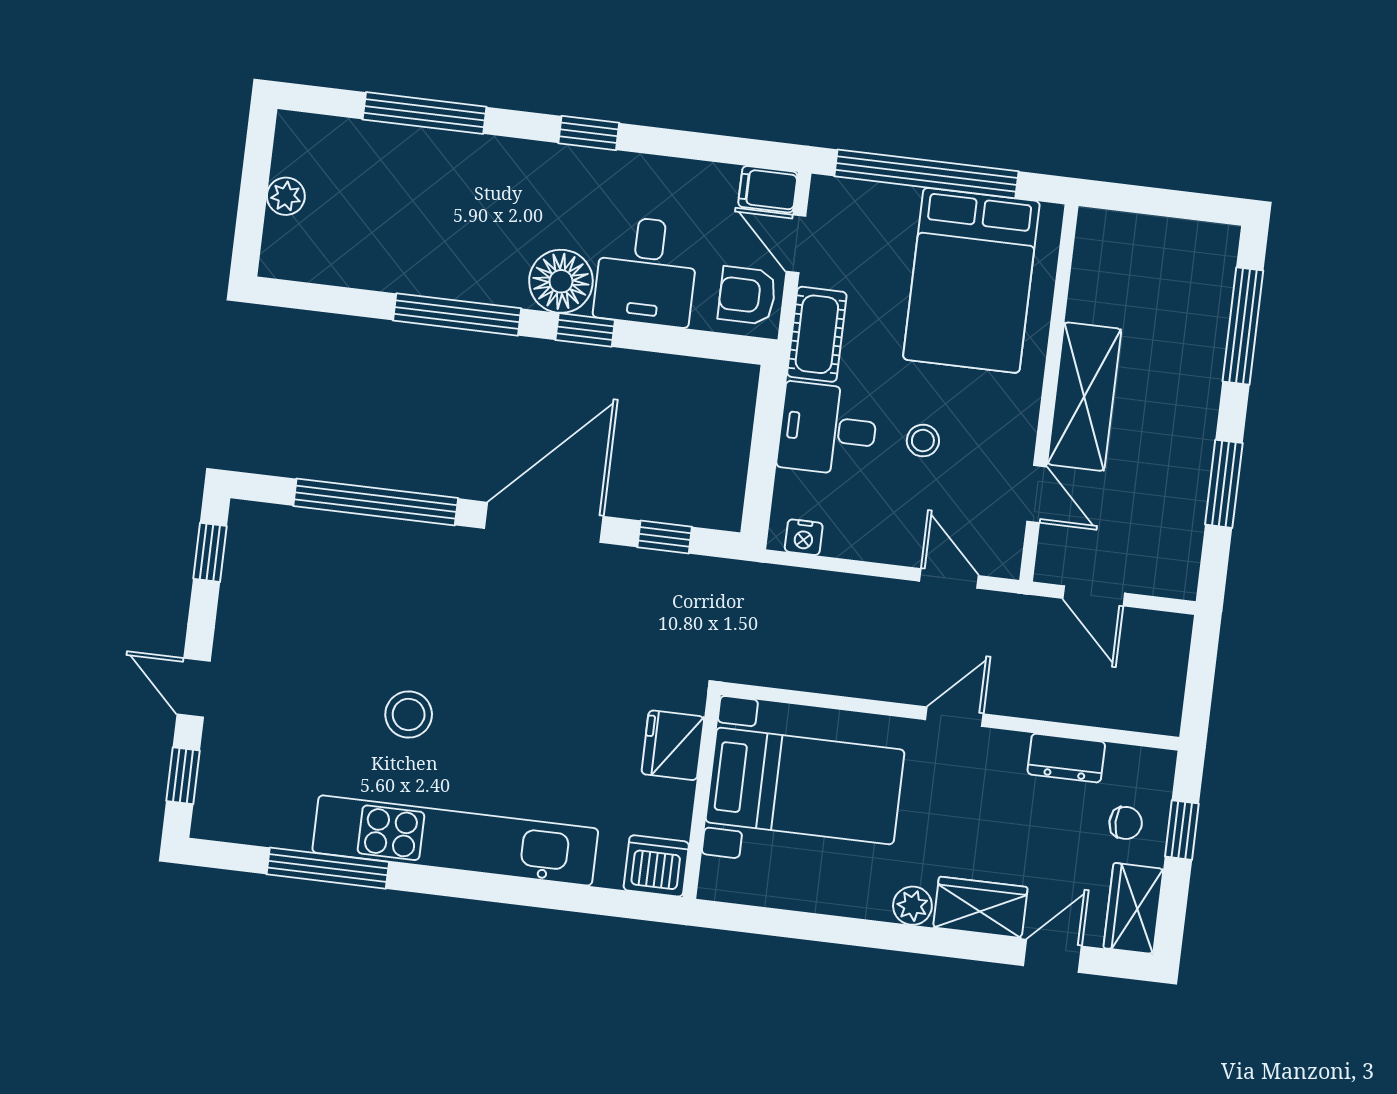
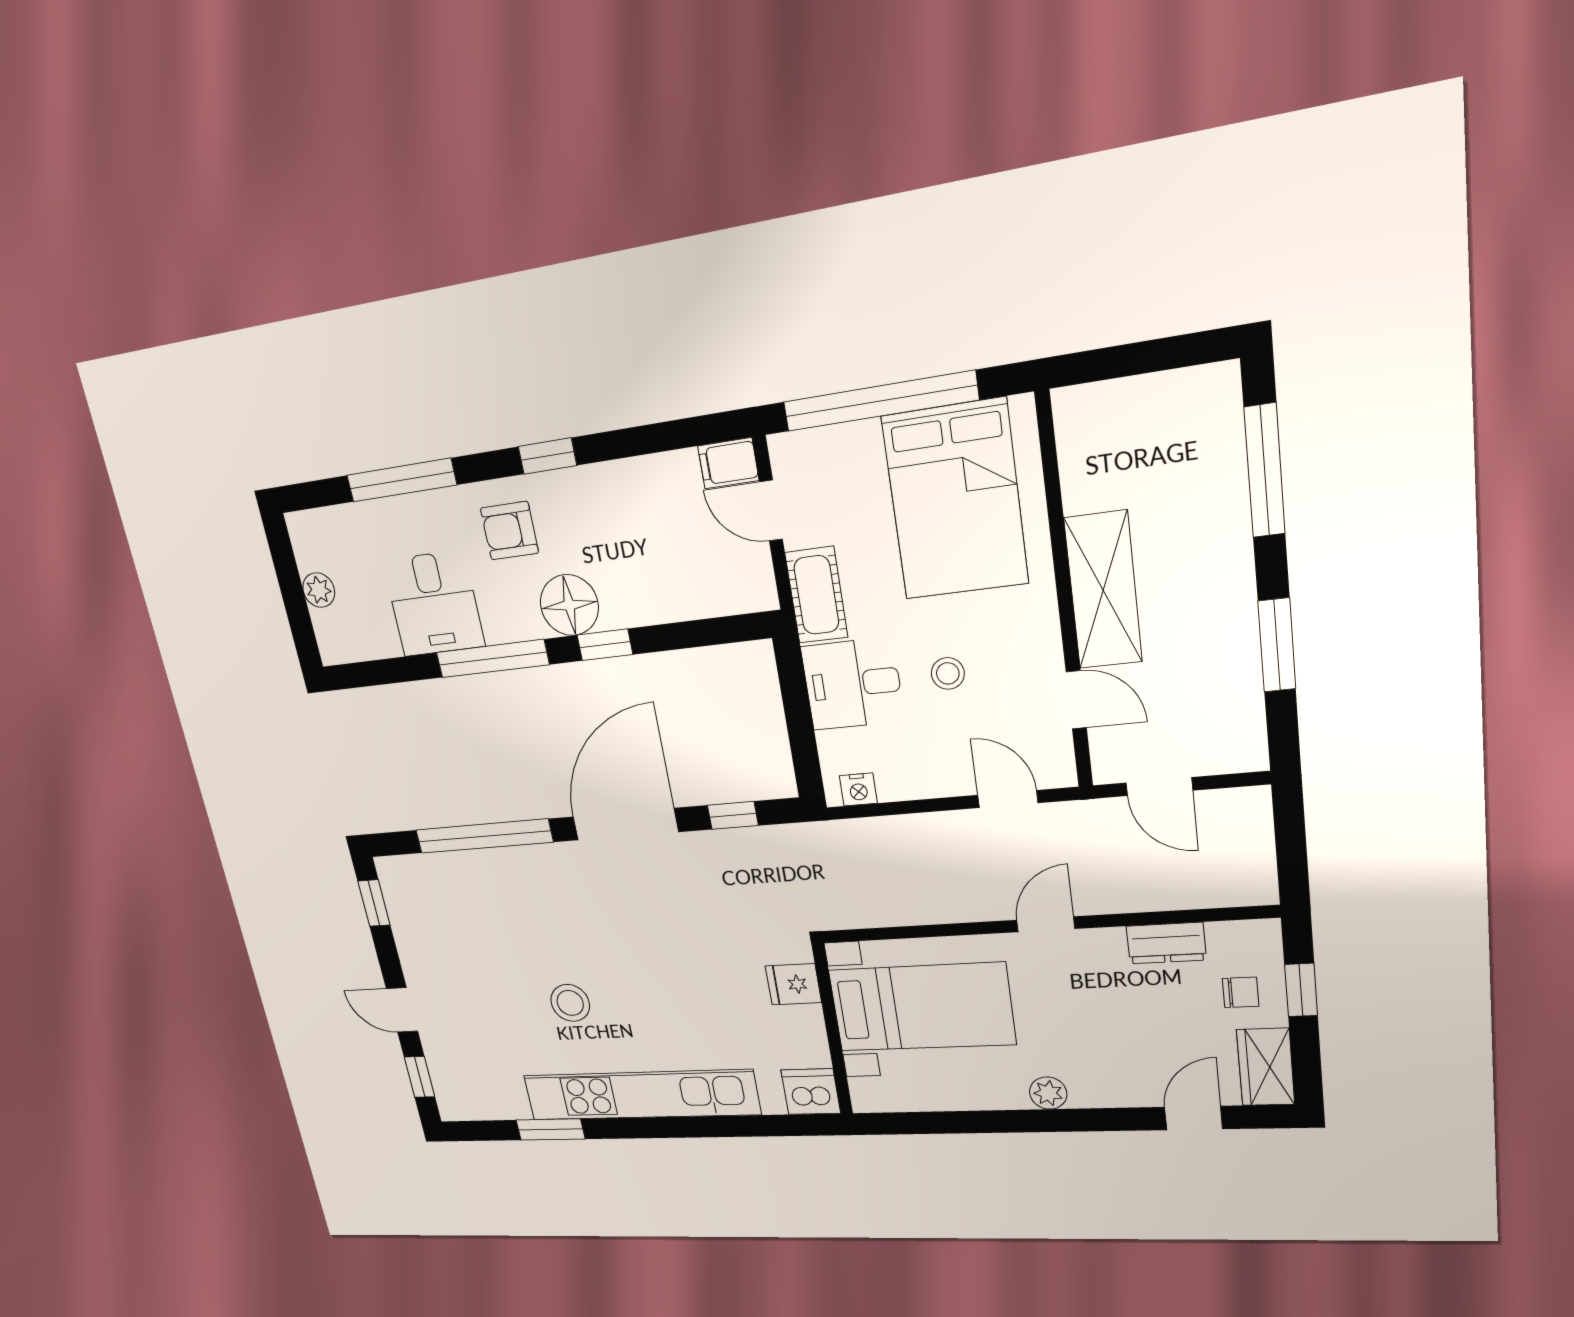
desk: (646, 271) -> (434, 604), moved
armchair: (747, 295) -> (509, 531), moved
fridge: (673, 745) -> (793, 984), width x0.72
window: (328, 868) -> (550, 1130), width x0.69
wardrobe: (980, 907) -> (1113, 1086), removed

